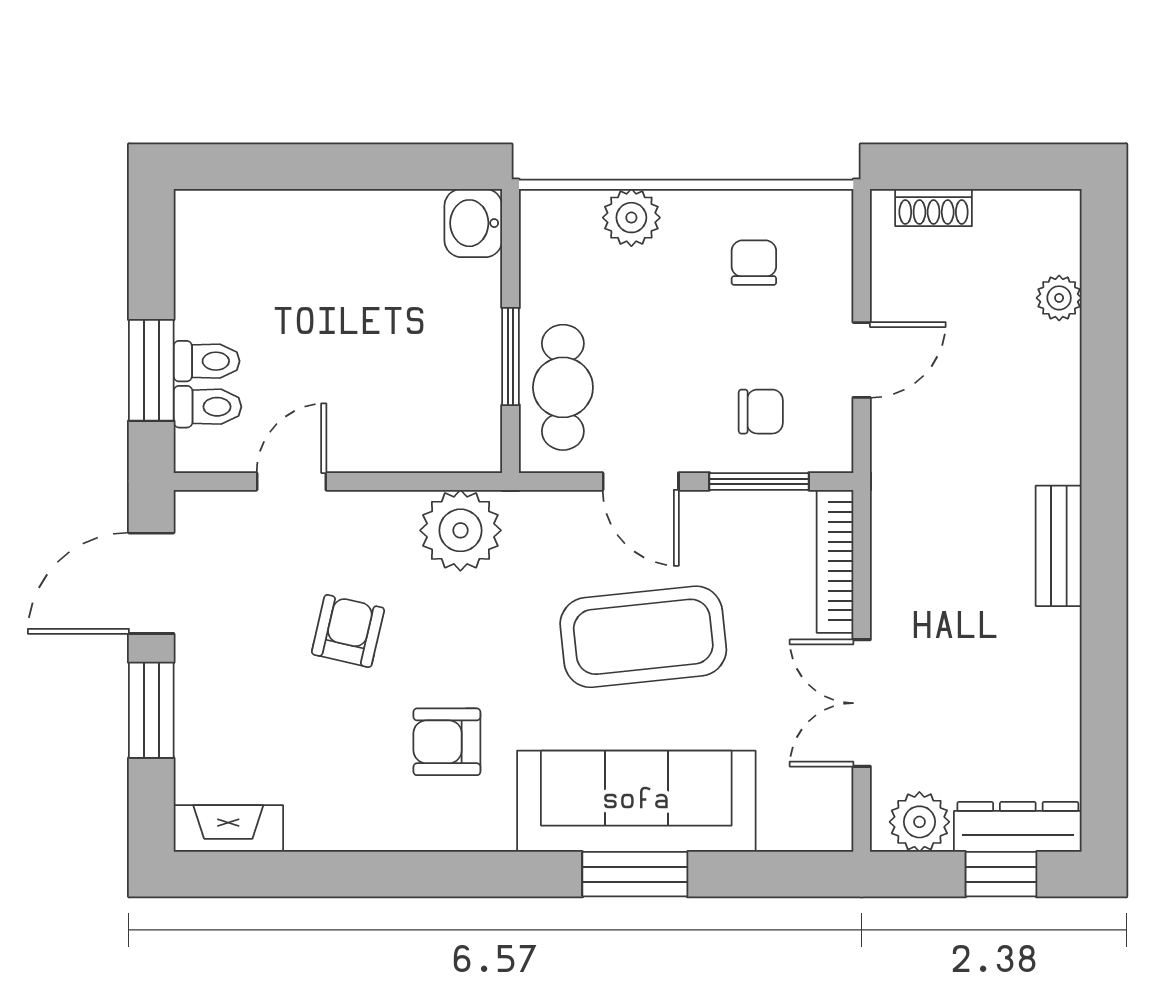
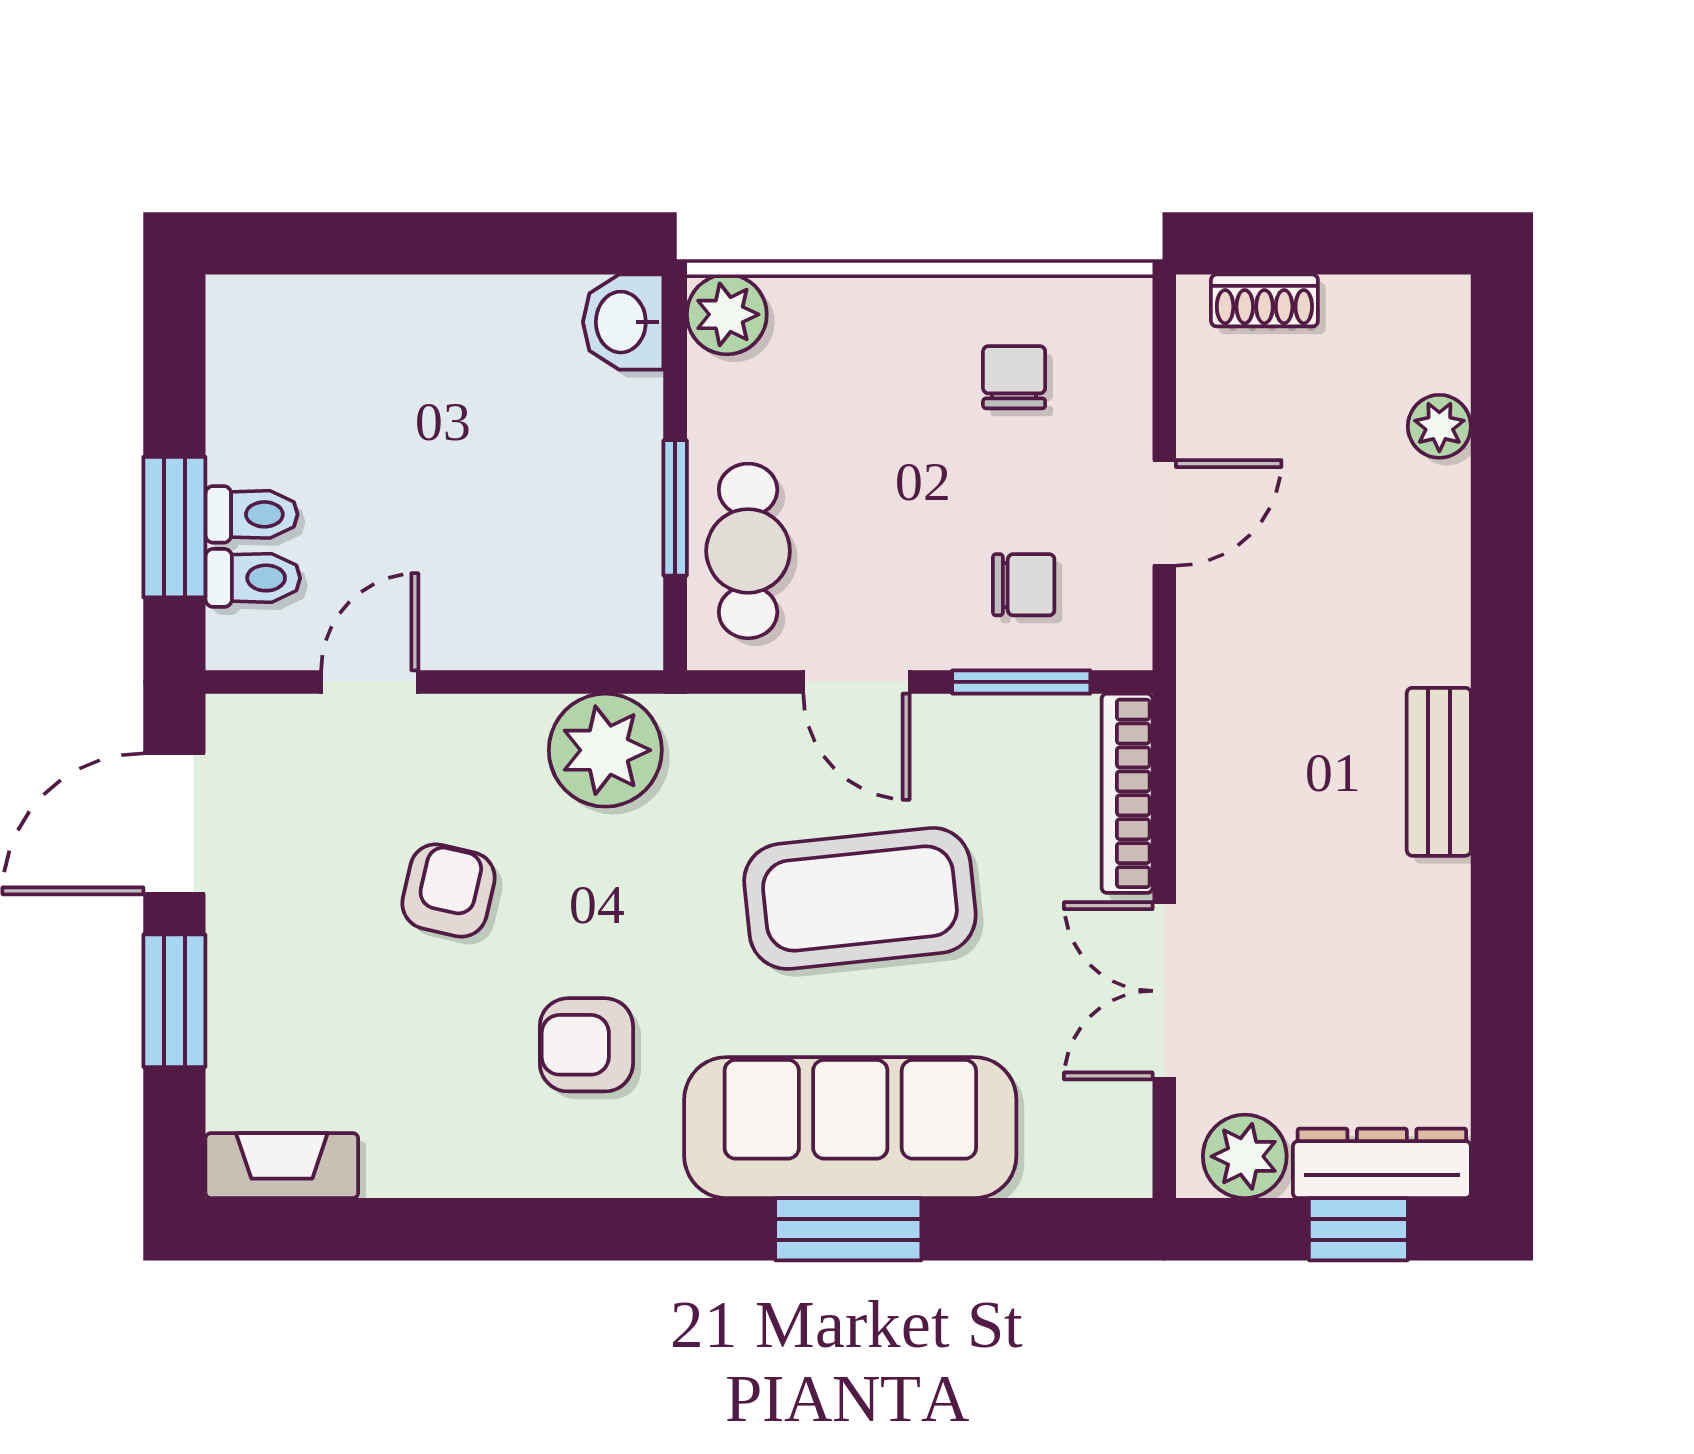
plant: (631, 218) -> (727, 314), moved

